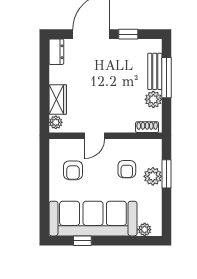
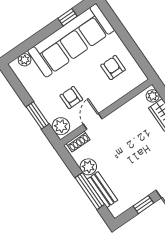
door: (95, 136) -> (93, 121), moved
plant: (153, 176) -> (61, 126), moved

